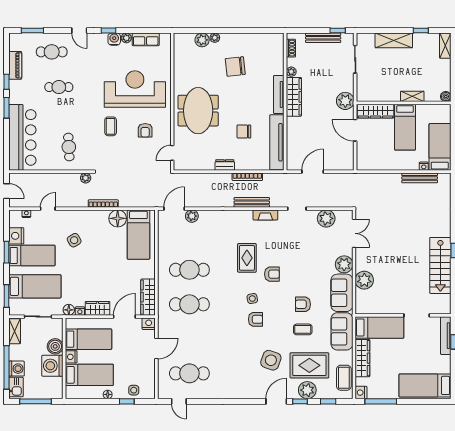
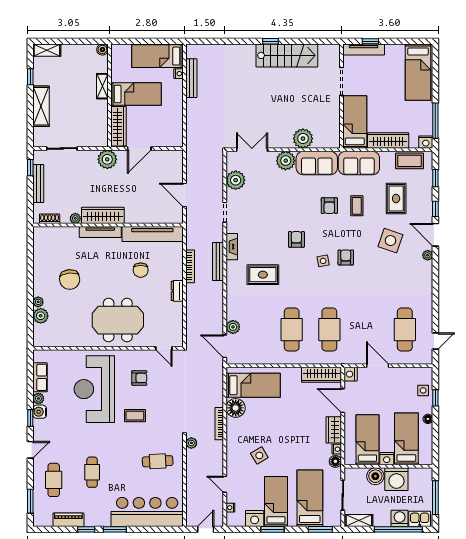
rug: (247, 258) -> (263, 275), moved
rug: (309, 365) -> (396, 198), width x0.73, depth x0.70
plant: (307, 390) -> (428, 255), moved, width x0.53, depth x0.53

